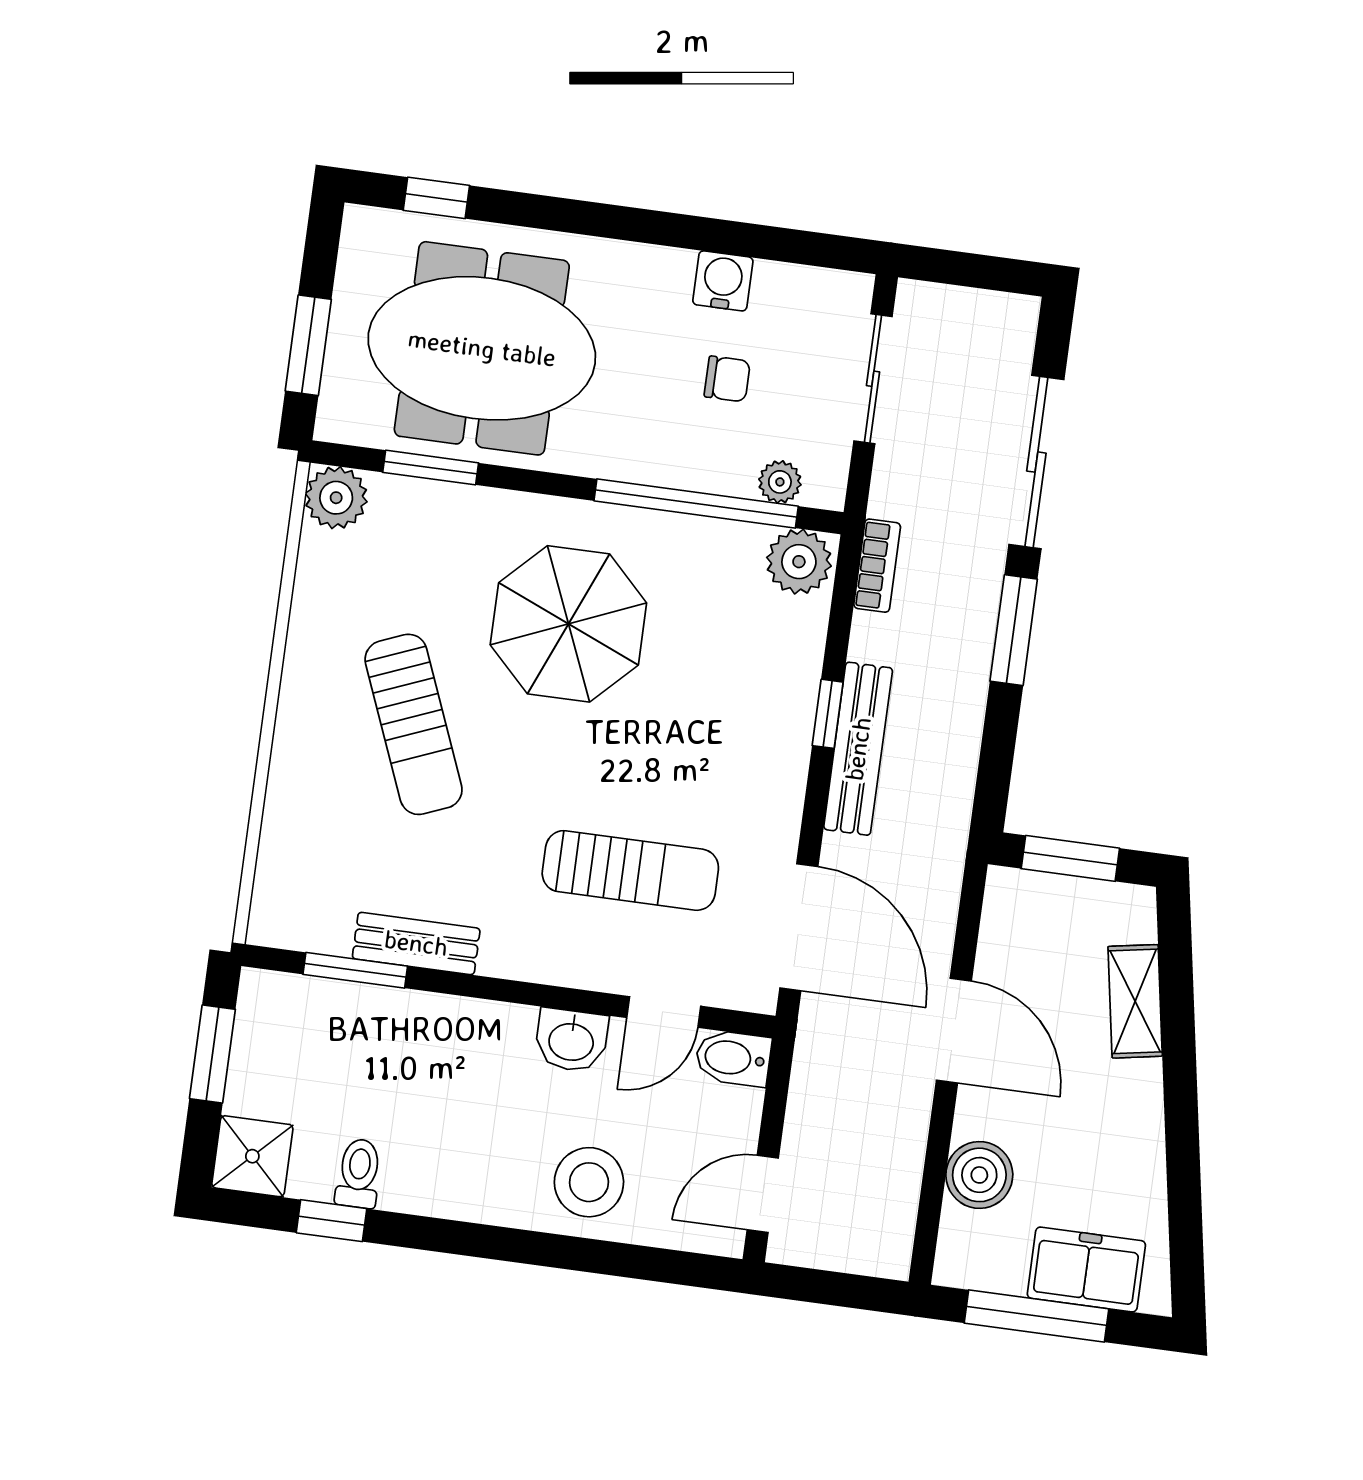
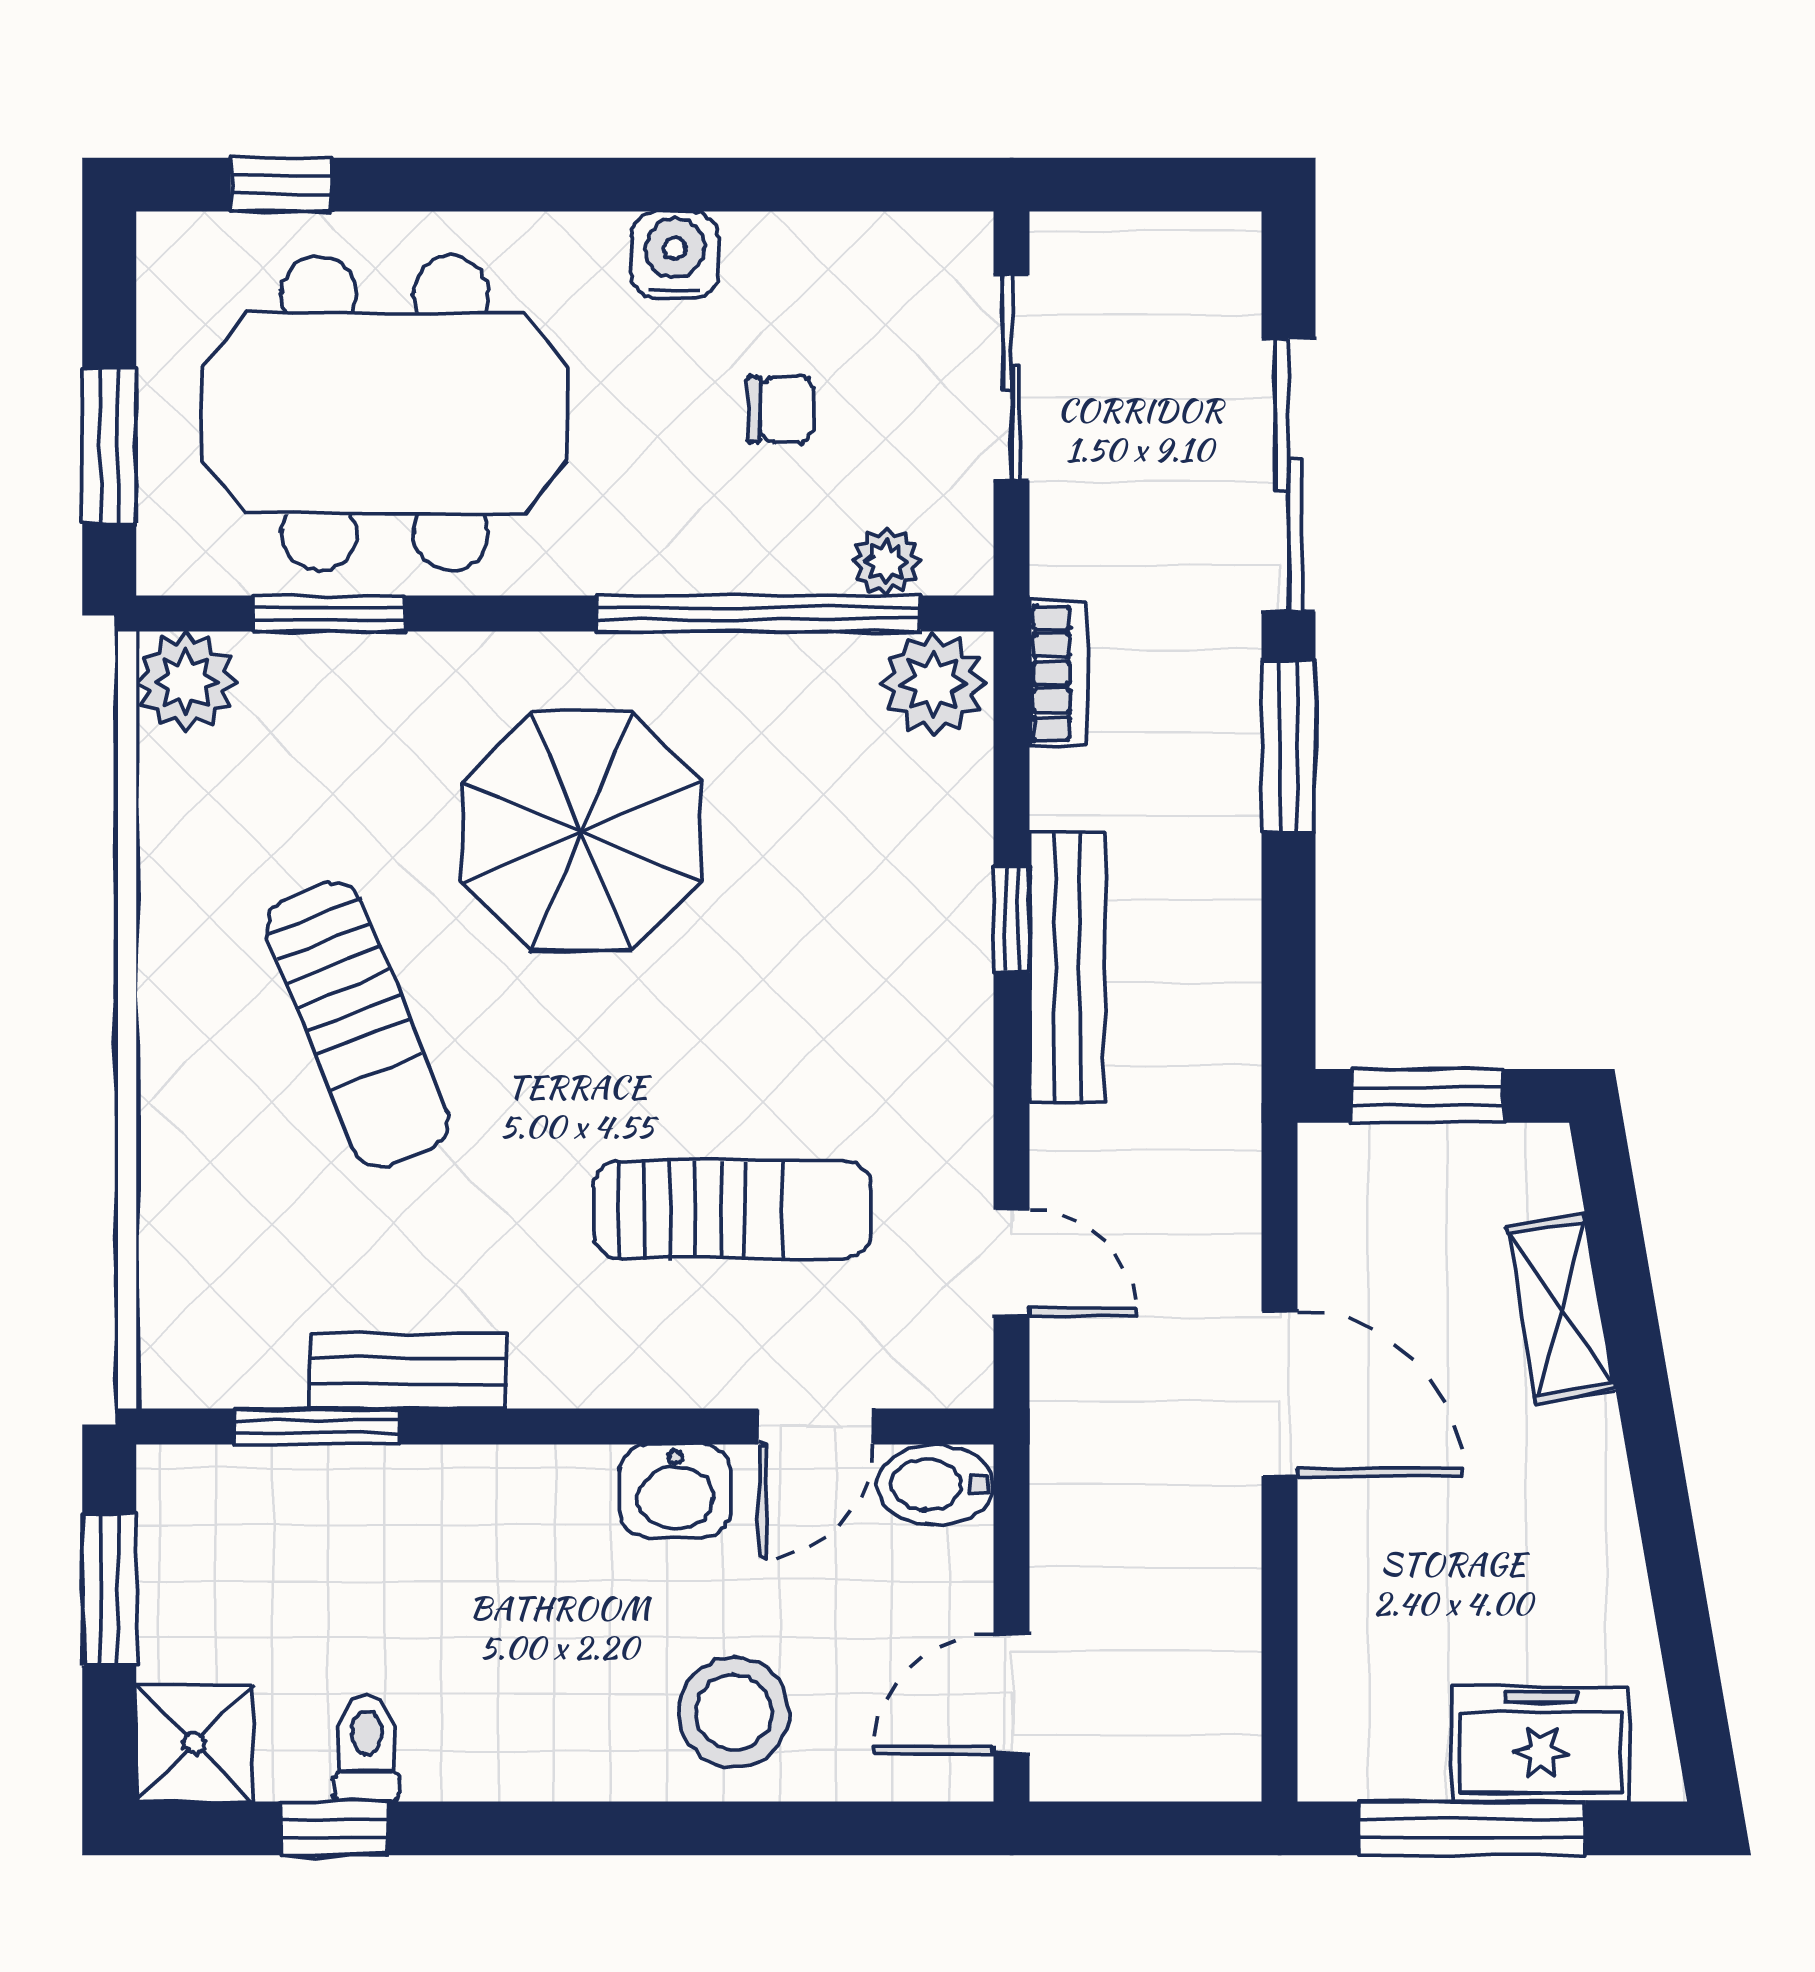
water cooler: (723, 281) -> (675, 255), moved
door: (799, 927) -> (1012, 1263), width x0.53
boiler: (979, 1175) -> (1351, 1617), removed

